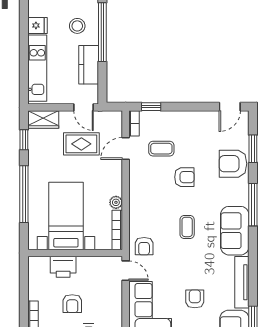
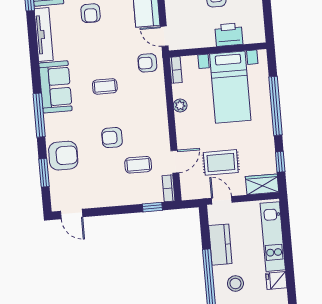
door: (230, 107) -> (72, 214), swing flipped
coffee table: (187, 227) -> (105, 86), turned 90
bookcase: (117, 230) -> (176, 70), width x0.64
armchair: (144, 246) -> (147, 63), turned -90

